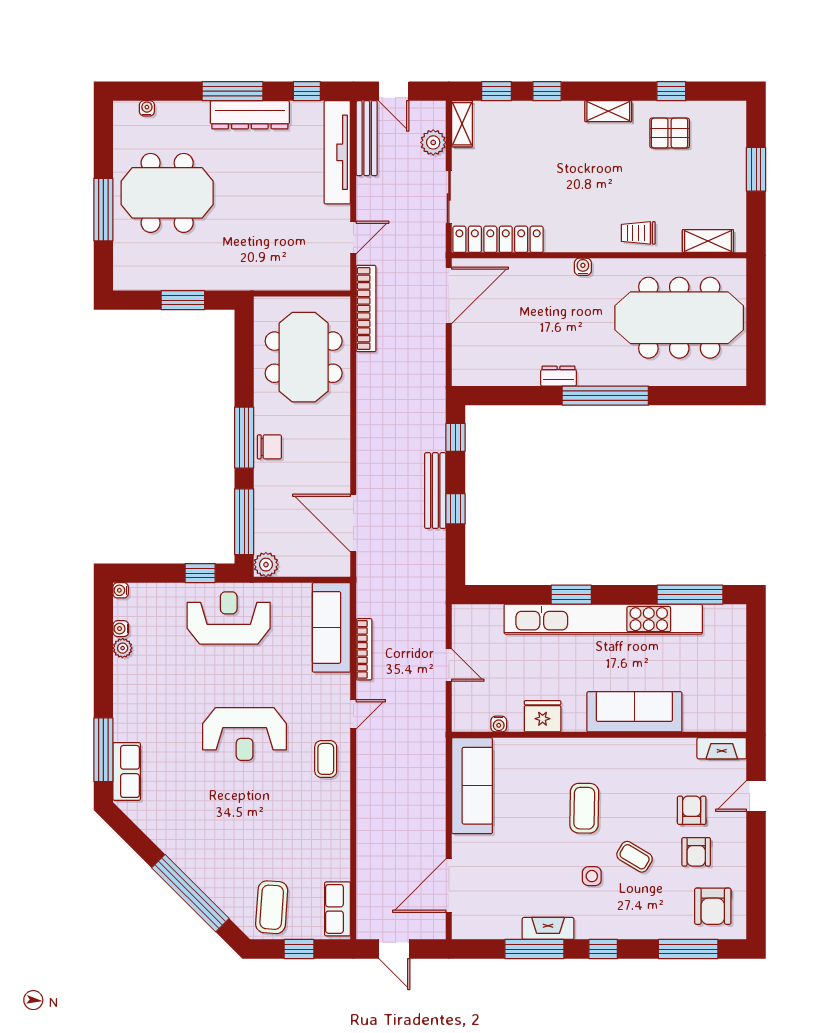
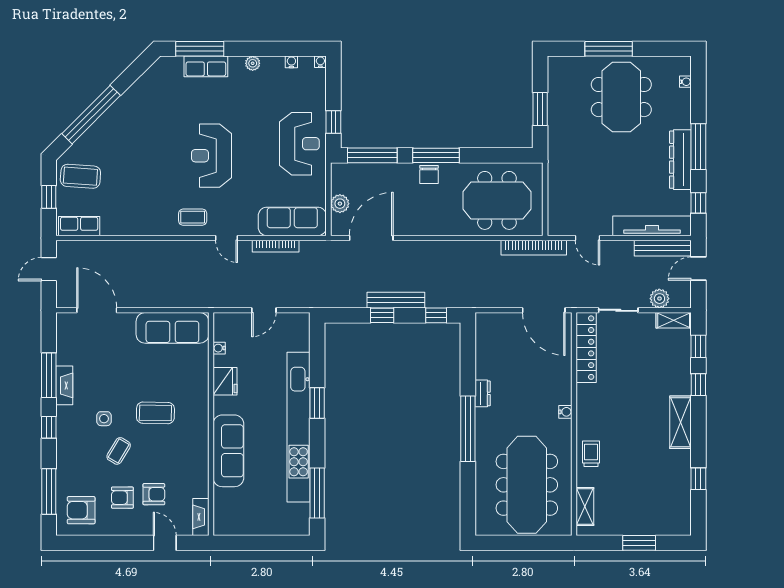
shelving: (608, 111) -> (680, 422), width x1.50, depth x1.33
pallet: (670, 133) -> (667, 477), removed
plant: (266, 565) -> (340, 204), moved
plant: (123, 648) -> (253, 63), moved
row of seats: (127, 771) -> (206, 66), moved

